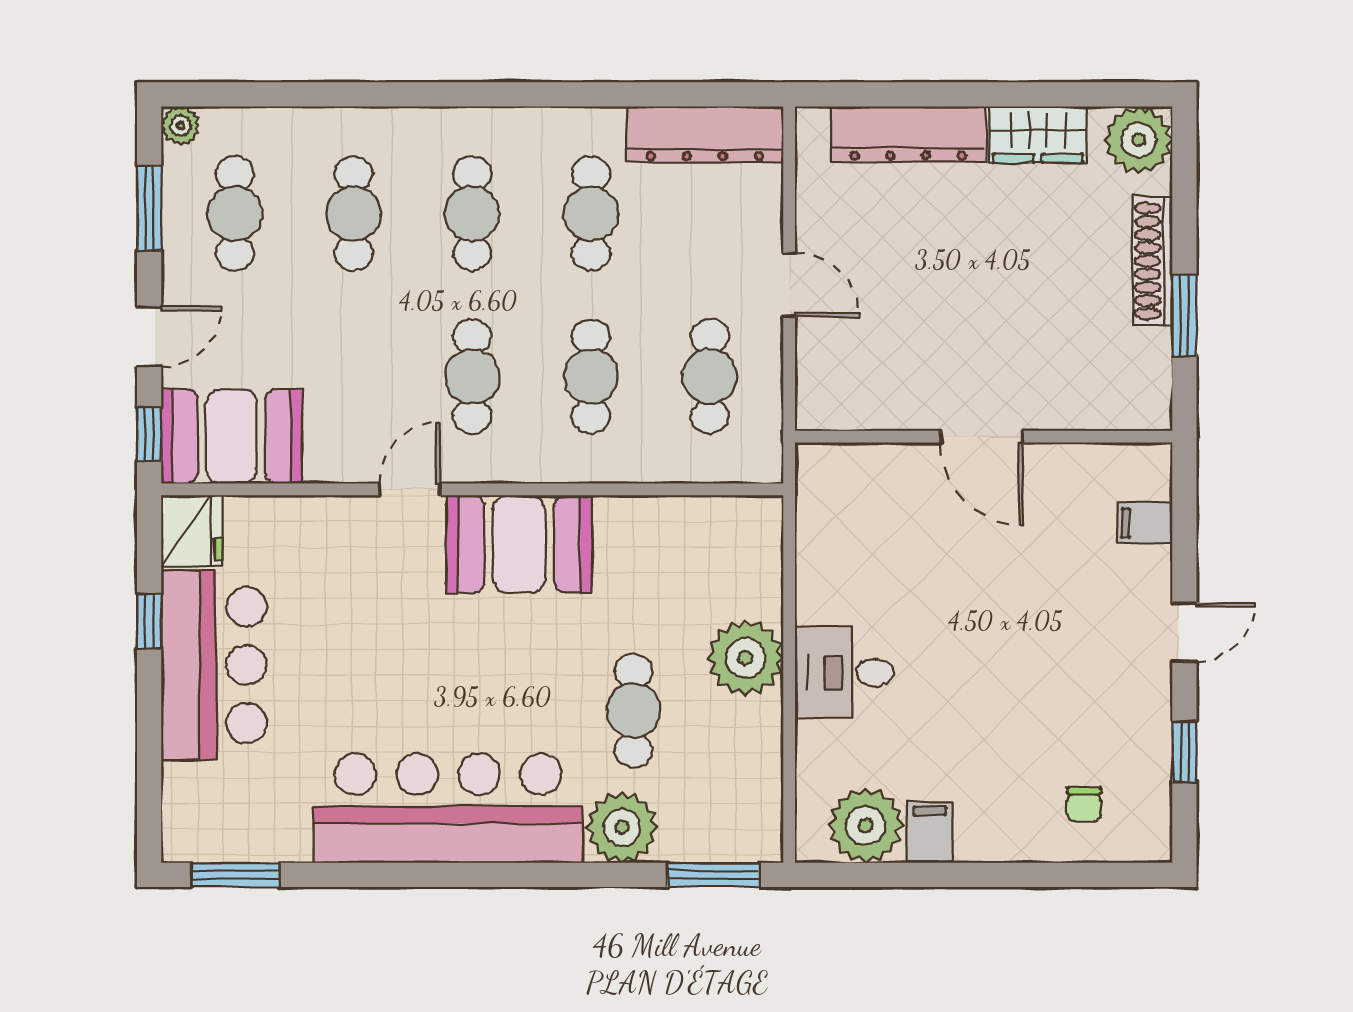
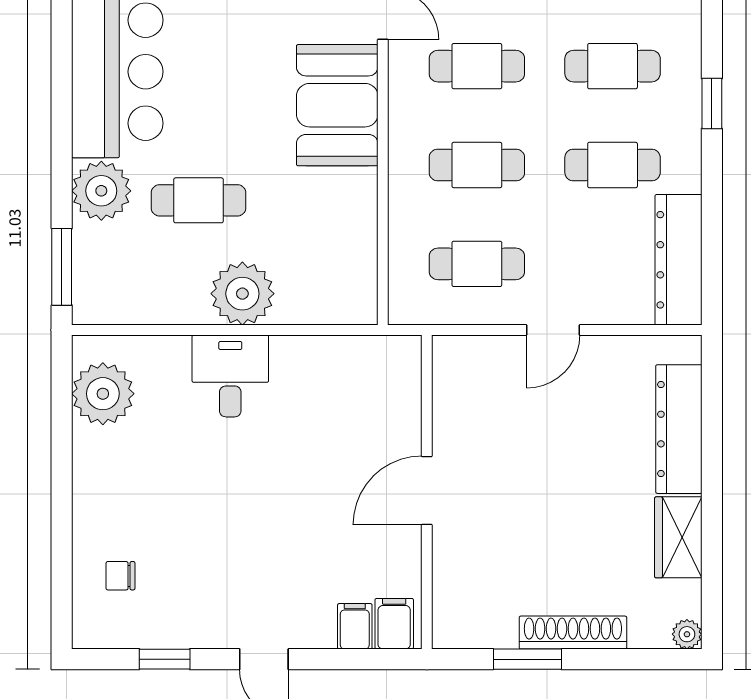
window: (517, 94) -> (712, 104), added
plant: (1139, 140) -> (687, 634), width x0.53, depth x0.53
filing cabinet: (930, 832) -> (394, 624), moved, turned -90

